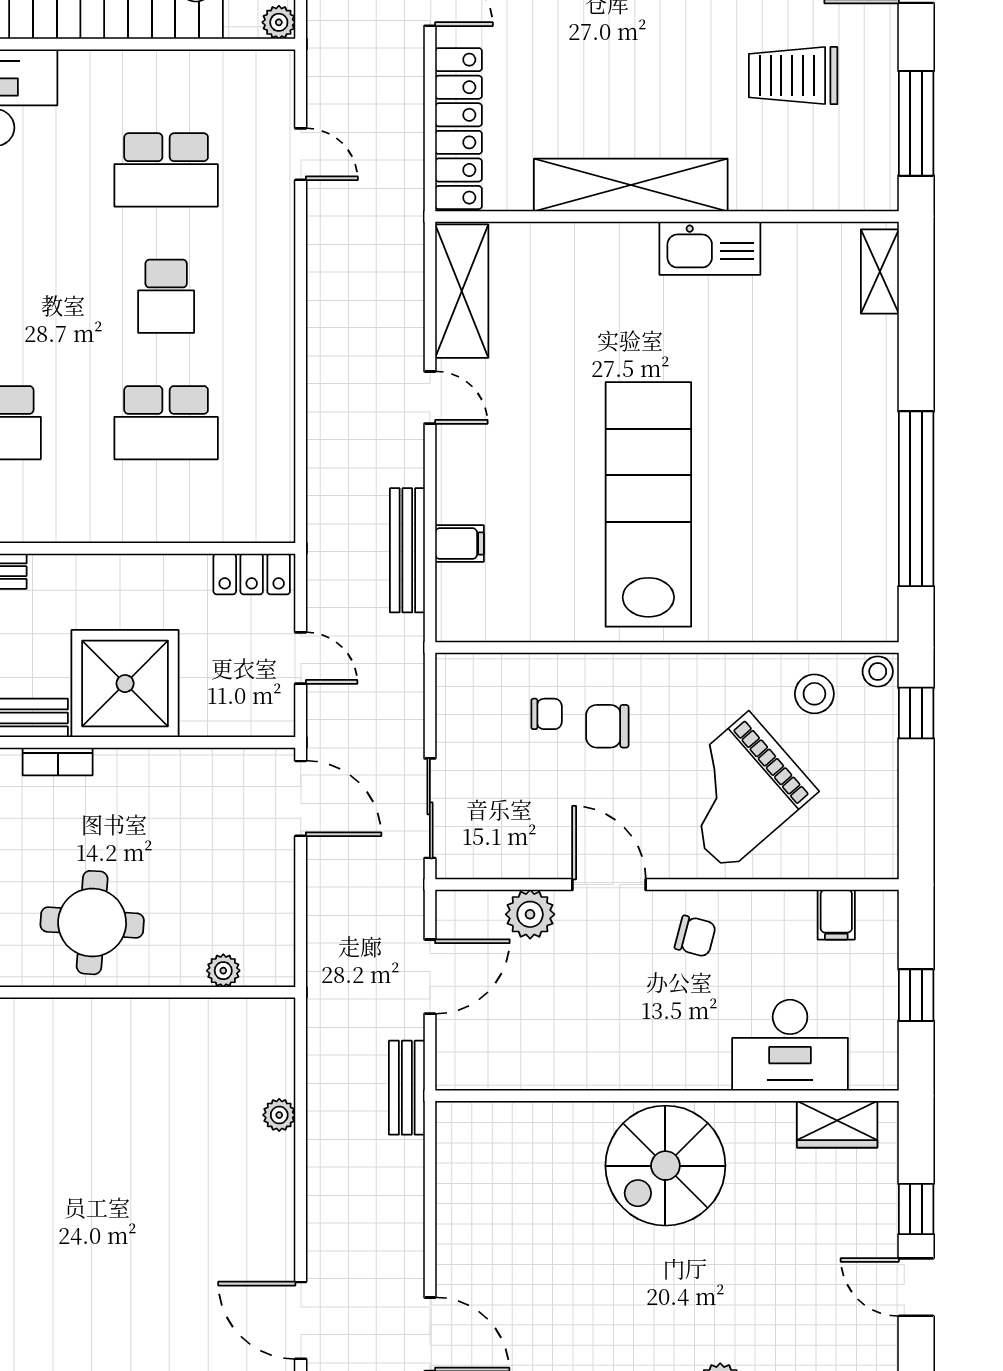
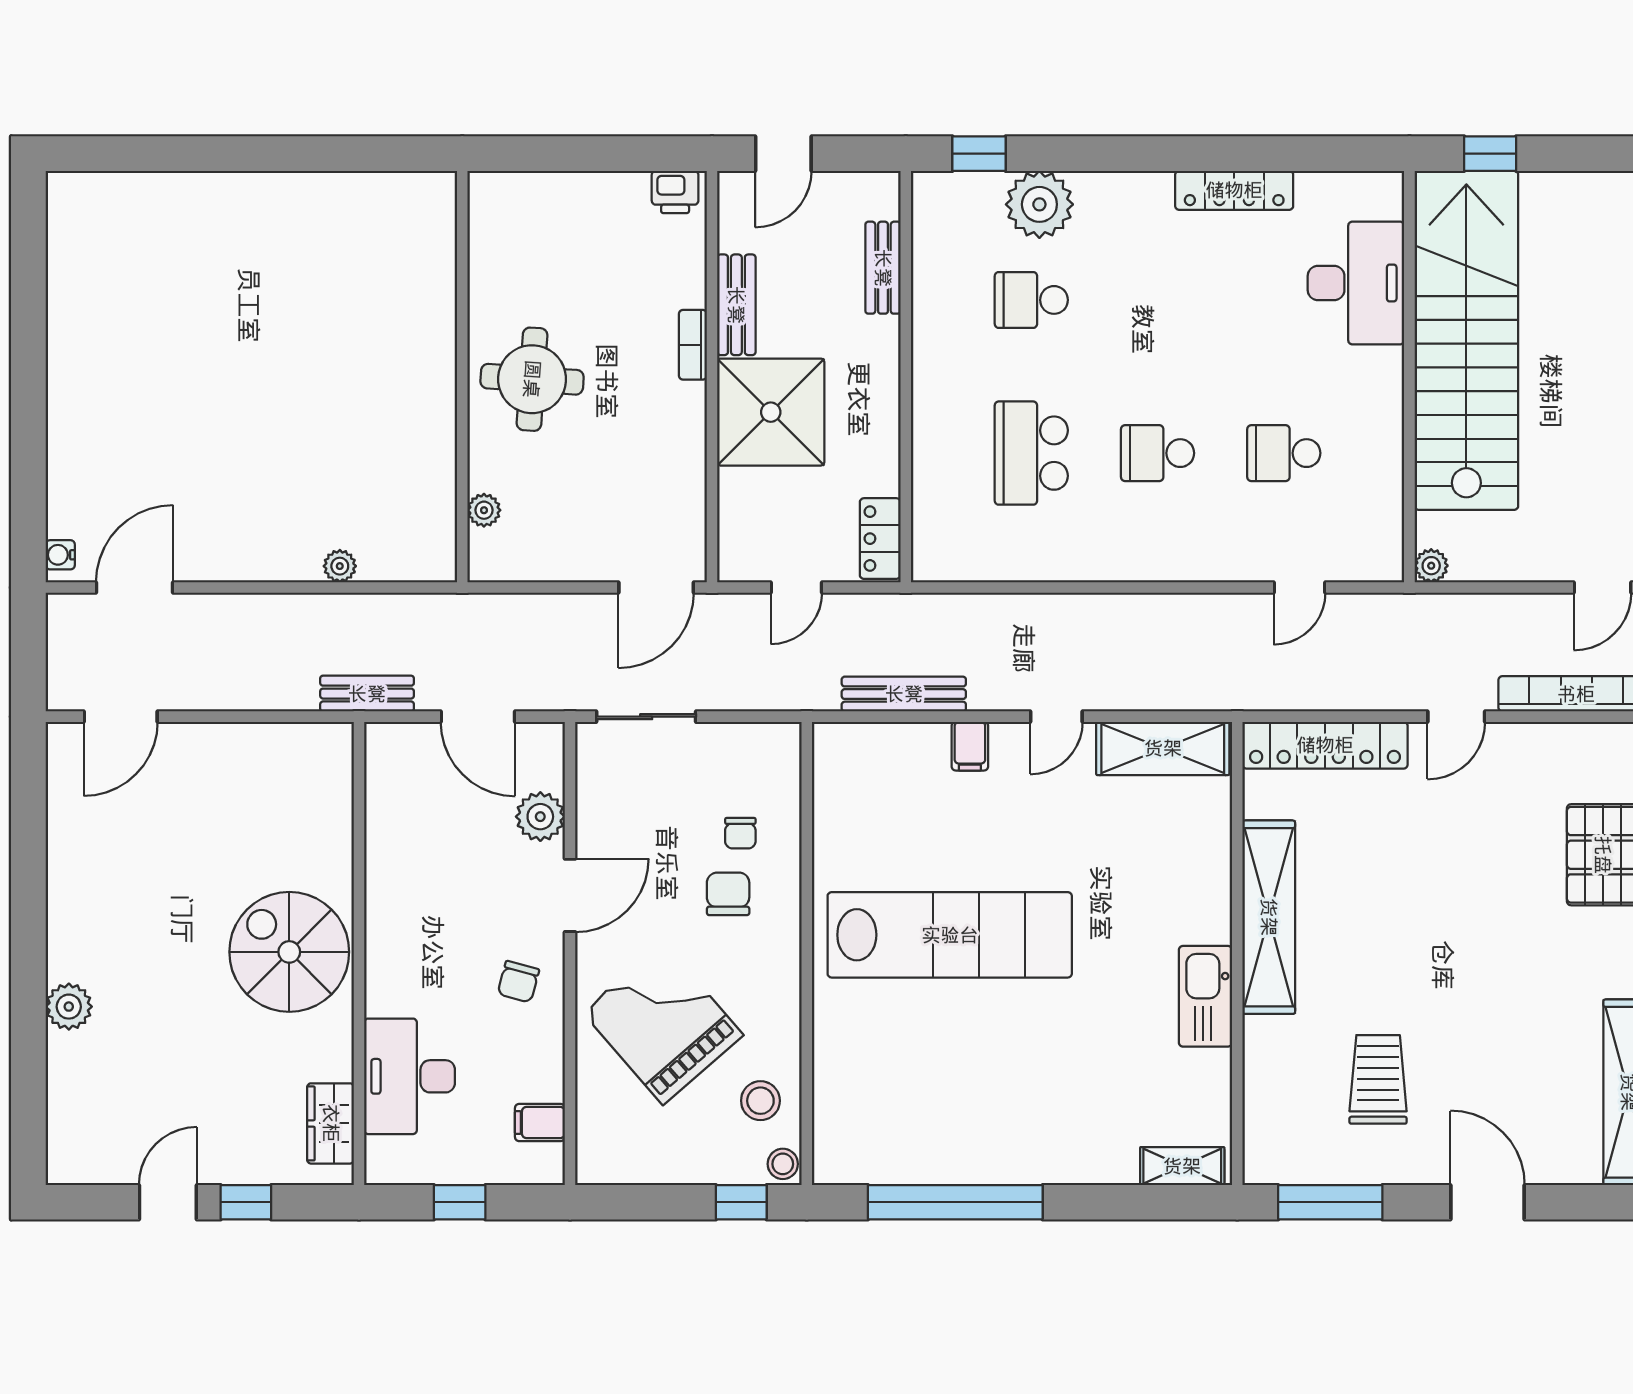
school desk: (166, 170) -> (1284, 453), width x0.54
filing cabinet: (460, 544) -> (970, 746), moved

